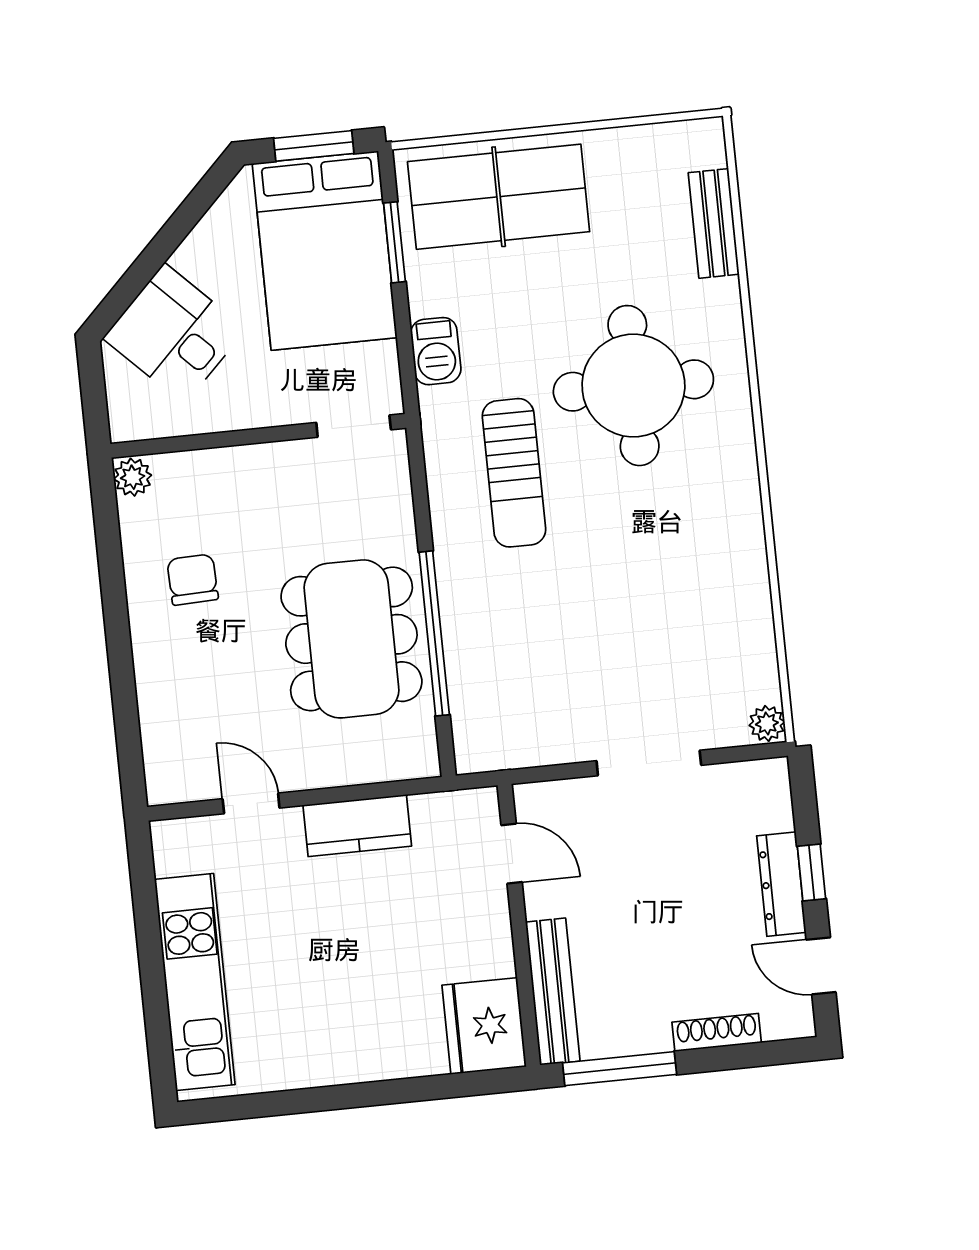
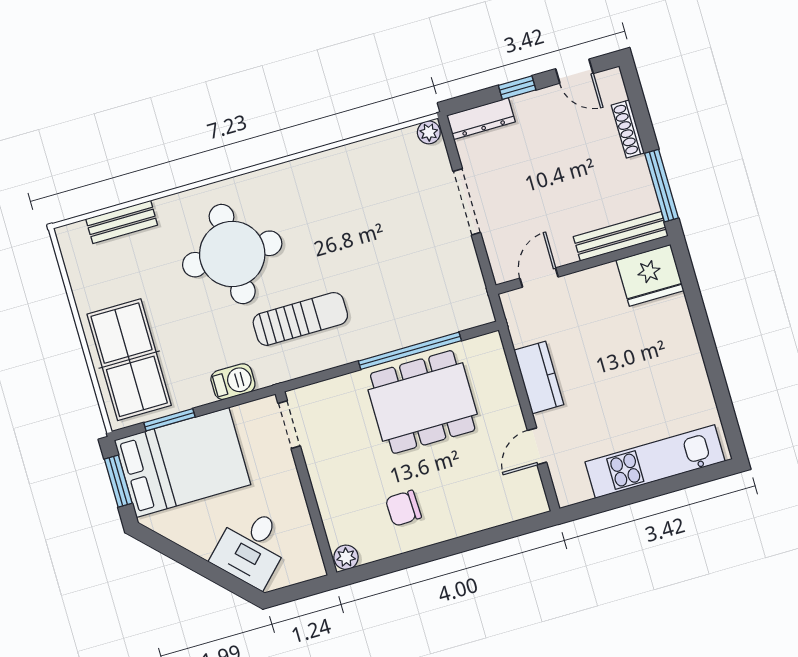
dresser: (781, 884) -> (481, 119), moved
door: (821, 966) -> (574, 71), hinge flipped

